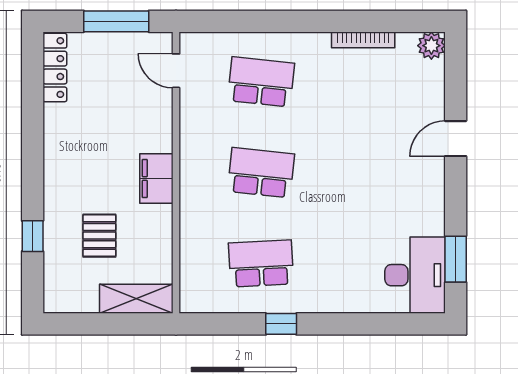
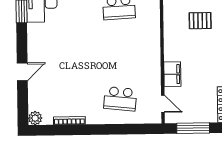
school desk: (261, 173) -> (120, 53), removed
filing cabinet: (156, 178) -> (172, 74), moved
pallet: (99, 236) -> (200, 21), turned 90

